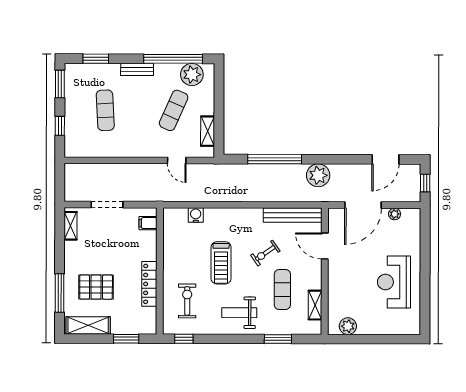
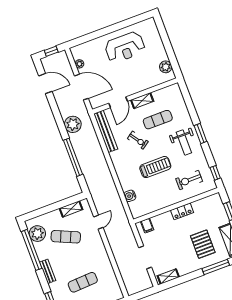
locker: (149, 284) -> (182, 211), width x0.66
shelving: (315, 305) -> (142, 101), moved
window: (278, 339) -> (200, 133), moved

